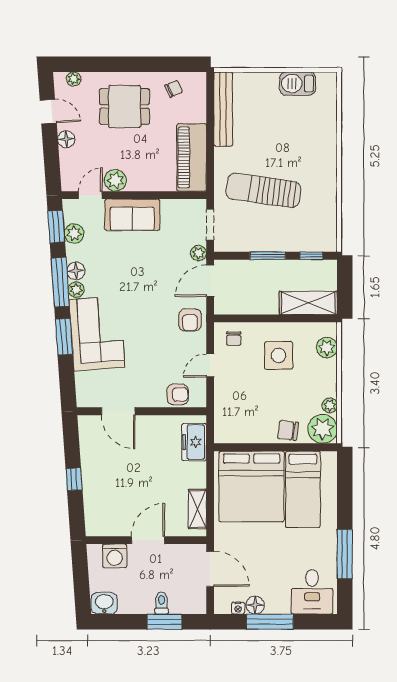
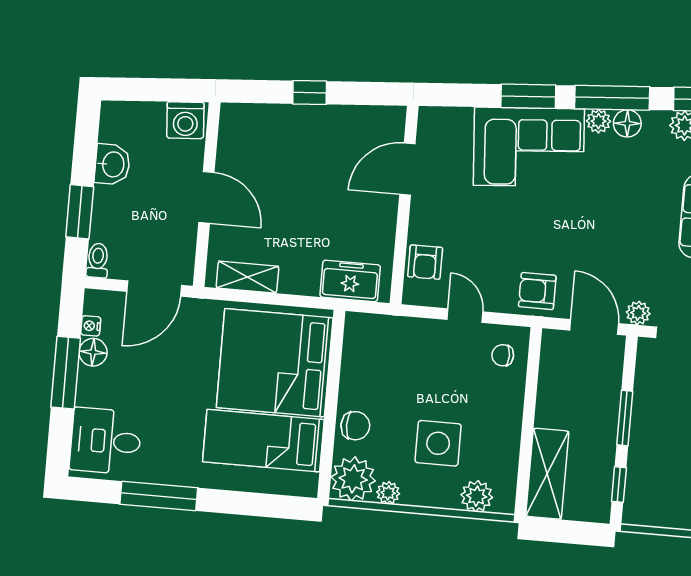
side table: (279, 355) -> (438, 443), moved
chair: (288, 430) -> (355, 426), turned 83
washing machine: (115, 556) -> (185, 120), moved, turned -94
washbasin: (104, 603) -> (112, 164), moved
toilet: (162, 603) -> (98, 260), moved, turned -90

